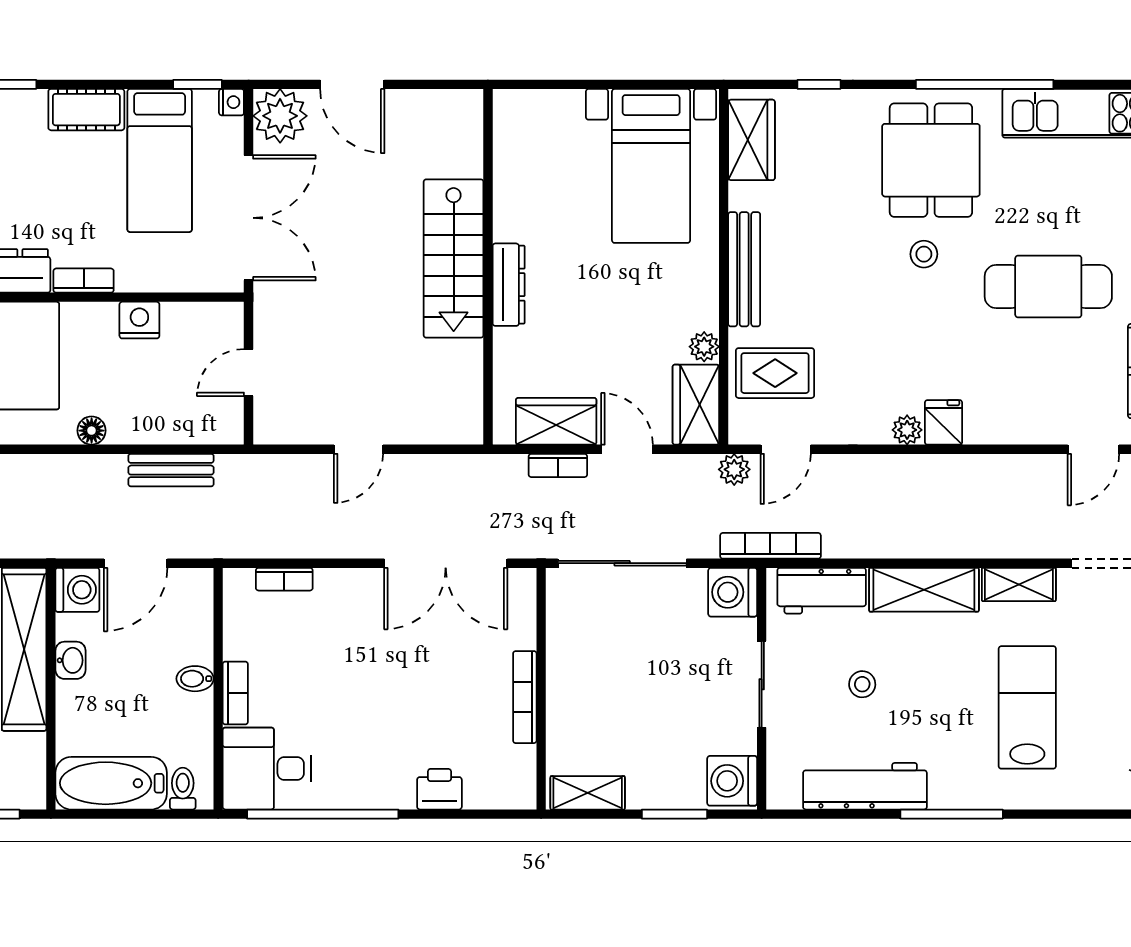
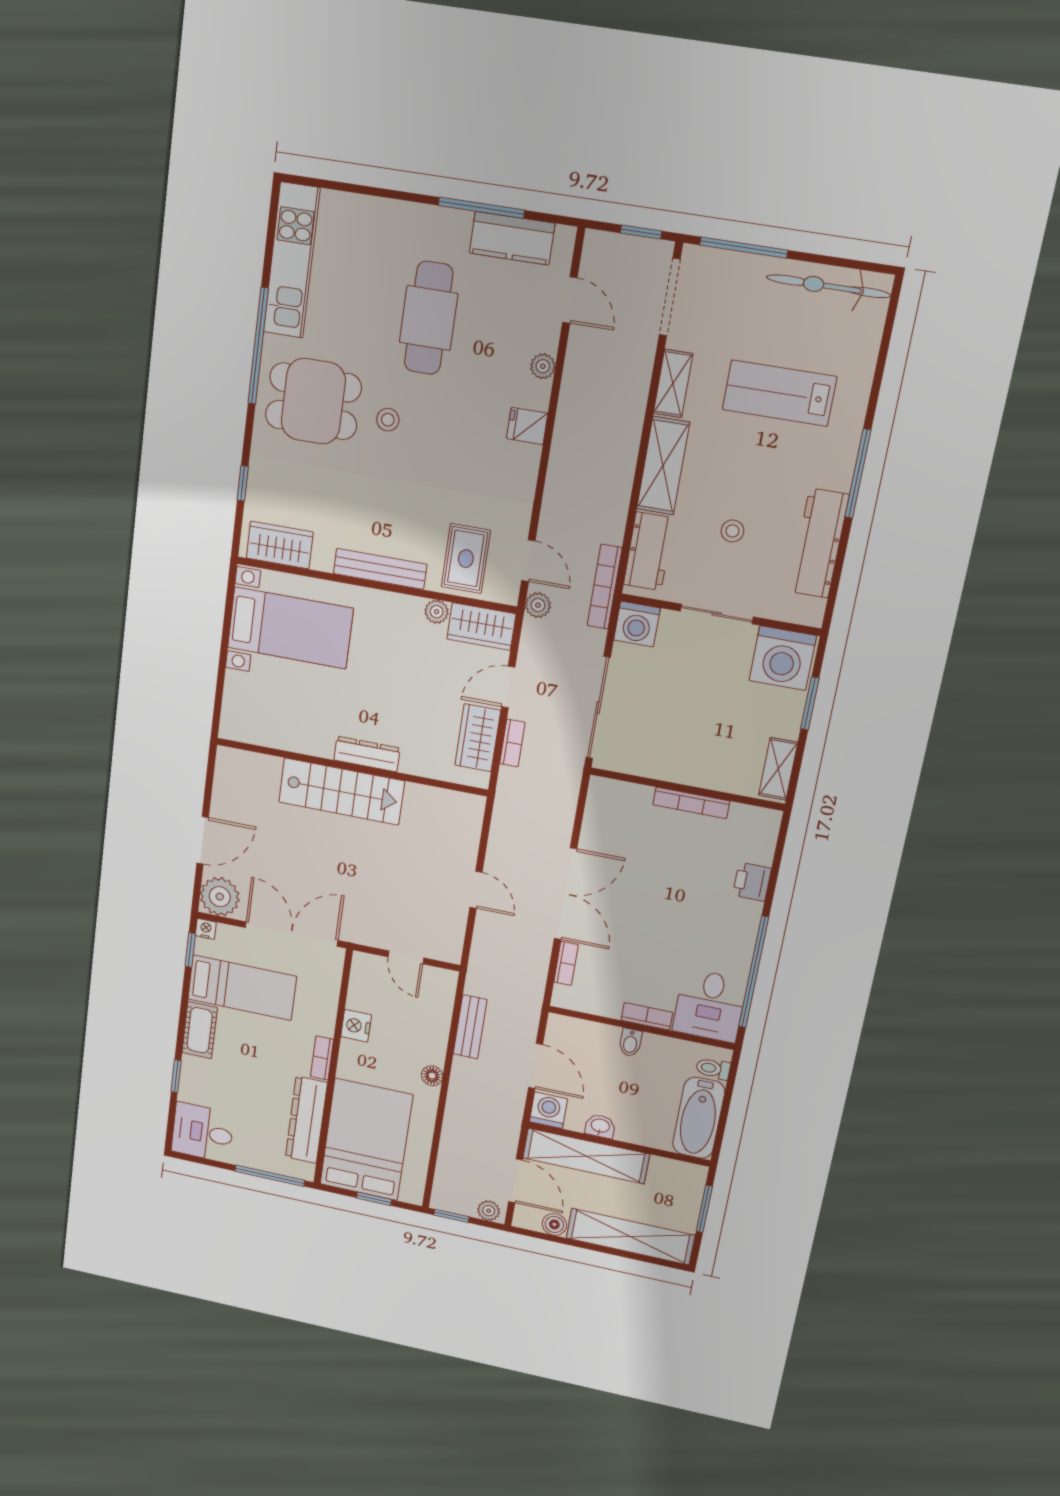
plant: (907, 430) -> (543, 366), moved
double door: (446, 563) -> (566, 894), moved
washing machine: (732, 781) -> (783, 658), width x1.37, depth x1.37

